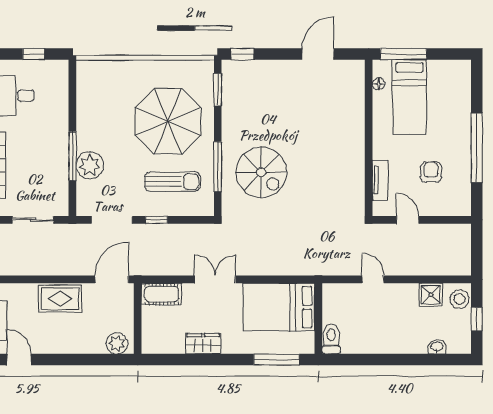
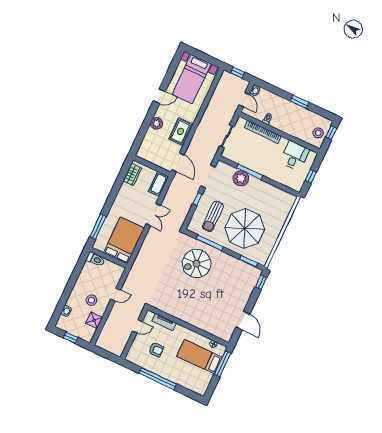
stool: (459, 299) -> (91, 300), moved
plant: (117, 343) -> (157, 123), moved
wardrobe: (203, 344) -> (132, 174), moved

